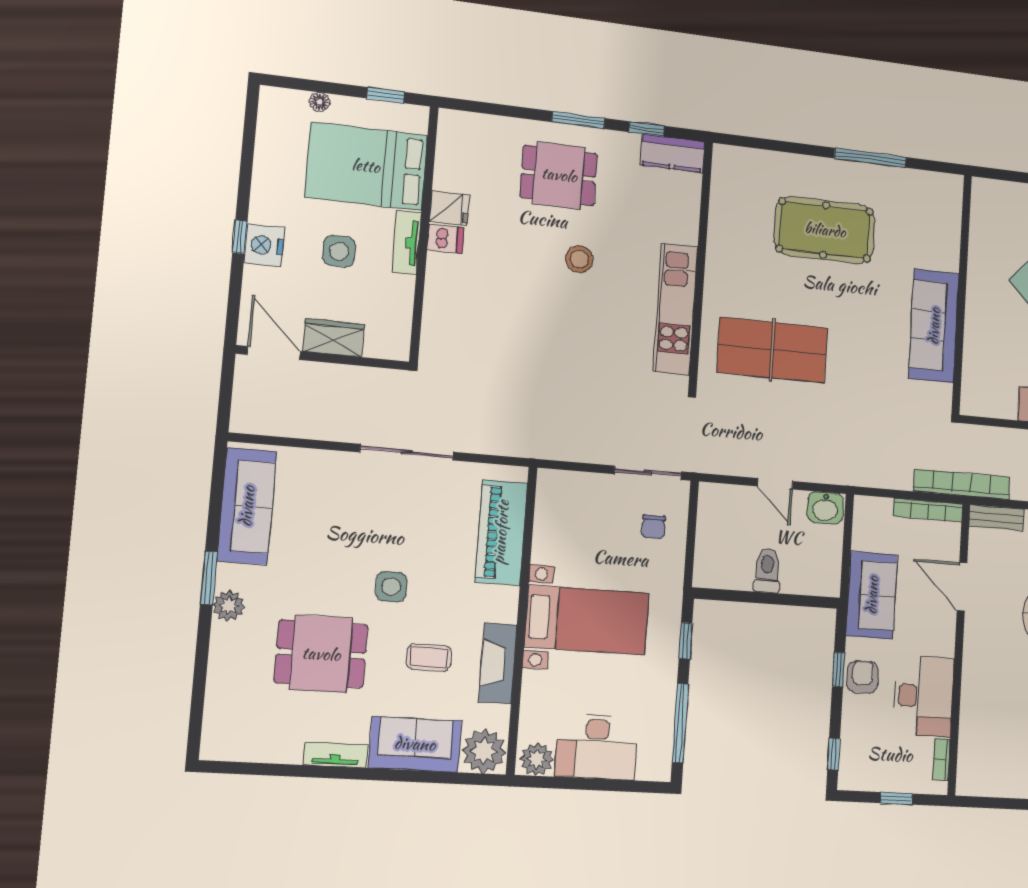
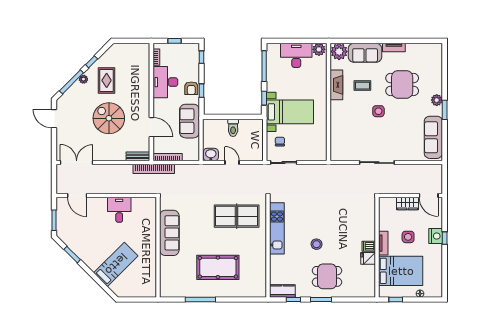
piano: (501, 532) -> (339, 135), removed
bed with nightstands: (587, 620) -> (290, 112), moved, turned 180

